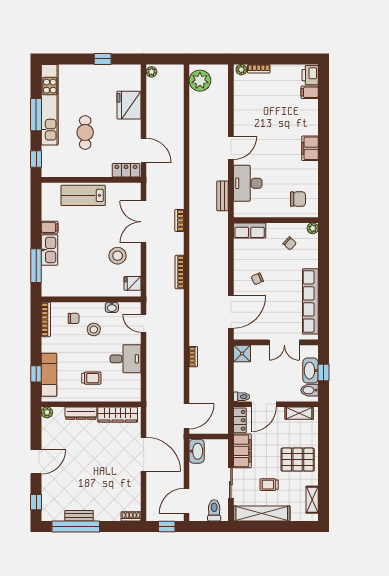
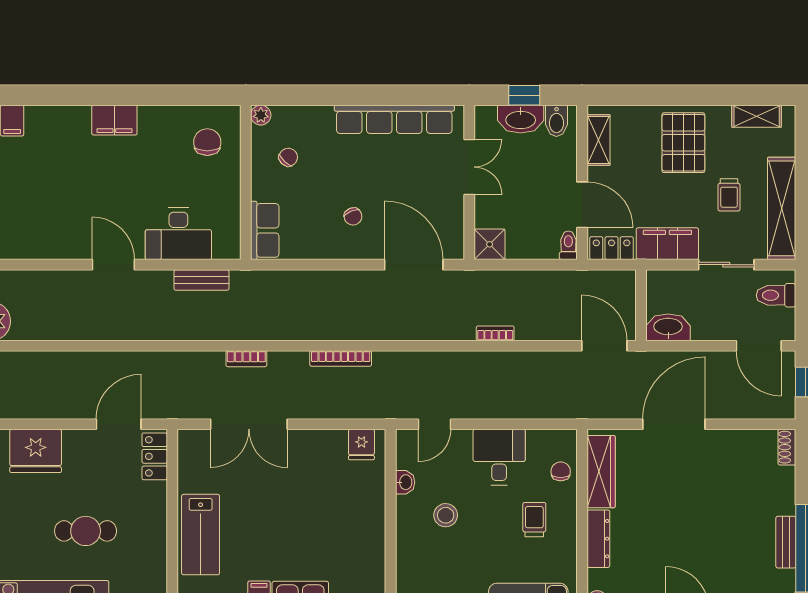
stool: (118, 256) -> (311, 472), removed
chair: (74, 318) -> (561, 471), moved

